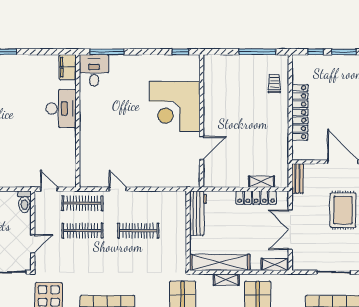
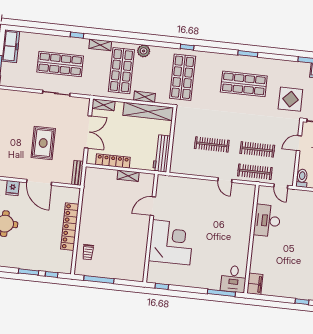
desk: (61, 108) -> (267, 221), moved
shelving: (262, 182) -> (128, 176), moved

